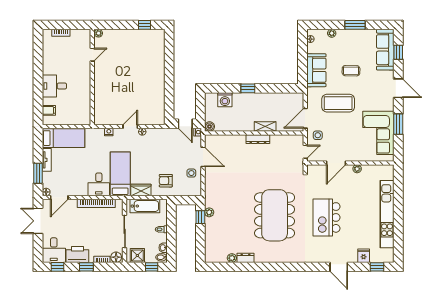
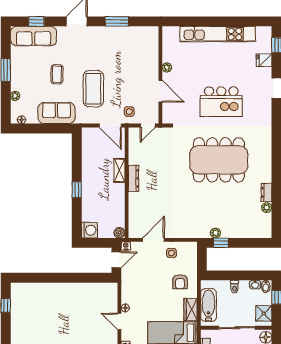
washing machine: (225, 100) -> (89, 230), moved
corner sofa: (378, 133) -> (127, 44), removed
door: (305, 152) -> (148, 126), swing flipped

